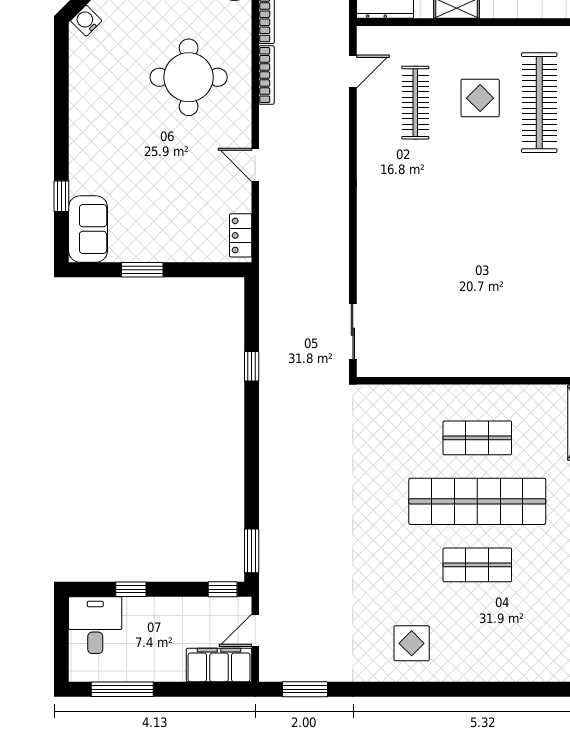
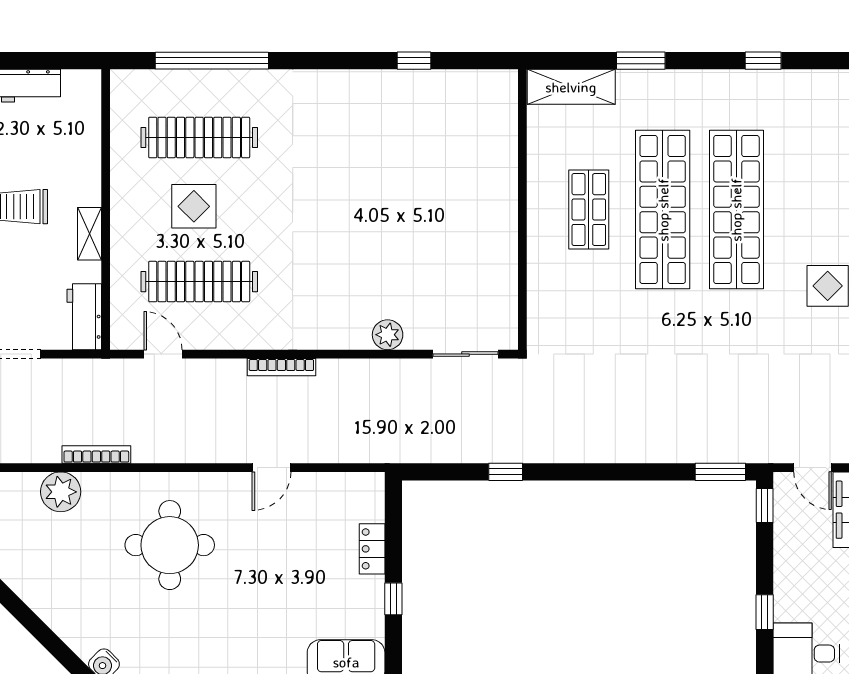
bookcase: (266, 75) -> (281, 367), moved, turned 180
clothes rail: (415, 103) -> (199, 282), width x1.37, depth x1.31
locker: (241, 235) -> (372, 549), moved, turned 90
plant: (370, 265) -> (388, 335), added
window: (142, 270) -> (393, 599), width x0.67
shop shelf: (477, 565) -> (736, 210), width x2.00, depth x1.36

